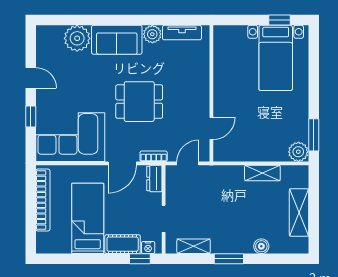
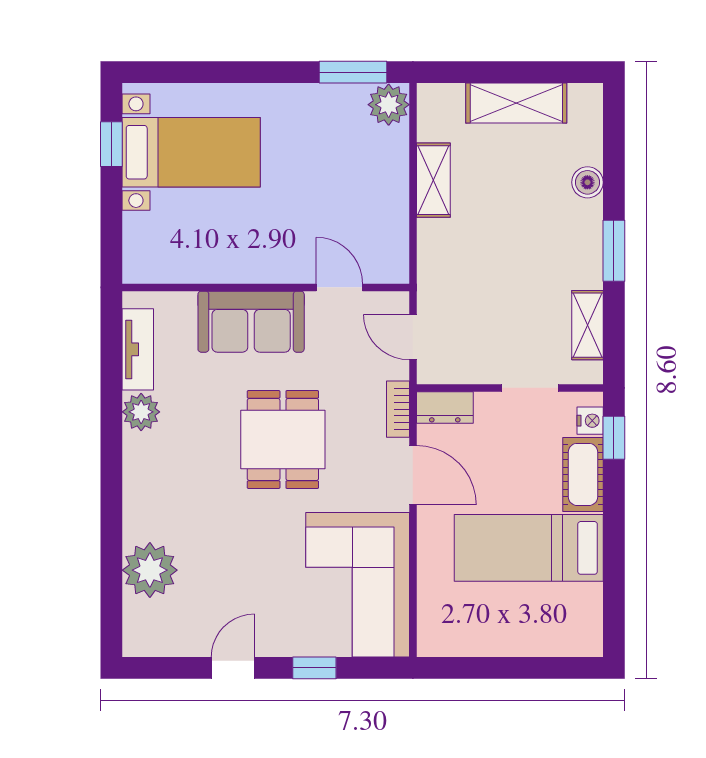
sofa: (117, 40) -> (251, 322), moved, turned 90
bookcase: (43, 200) -> (490, 642), removed

